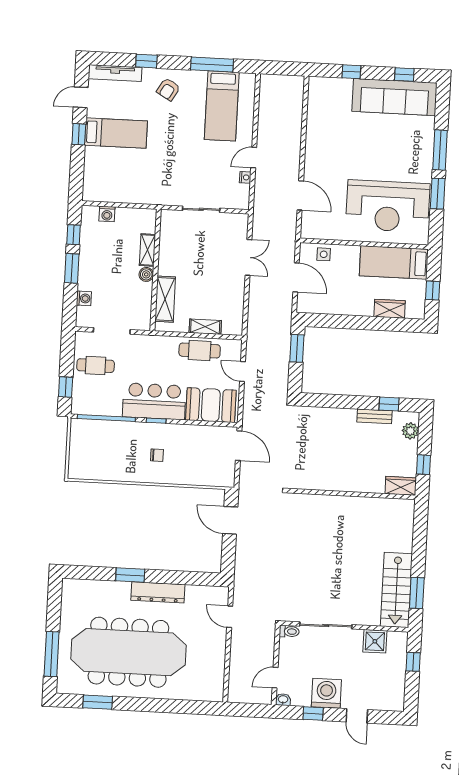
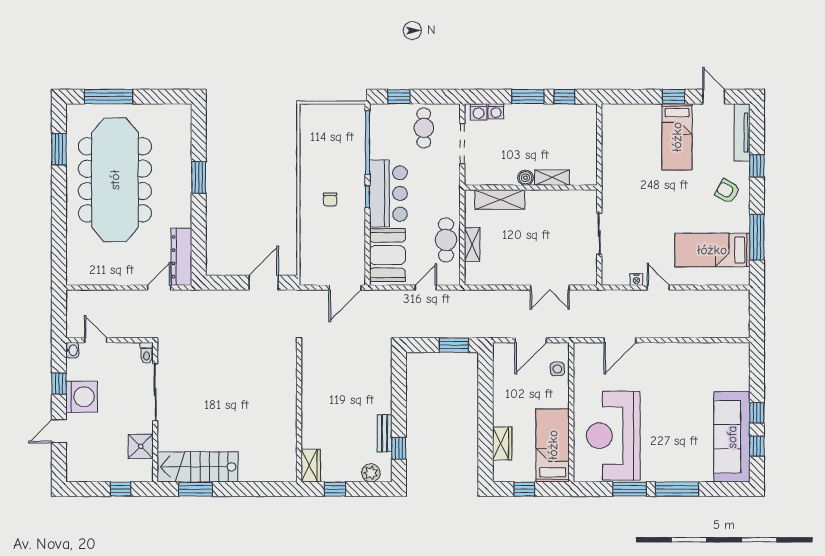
window: (351, 72) -> (757, 413), moved
washing machine: (107, 214) -> (479, 112), moved, turned -90
dresser: (158, 592) -> (181, 257), moved

